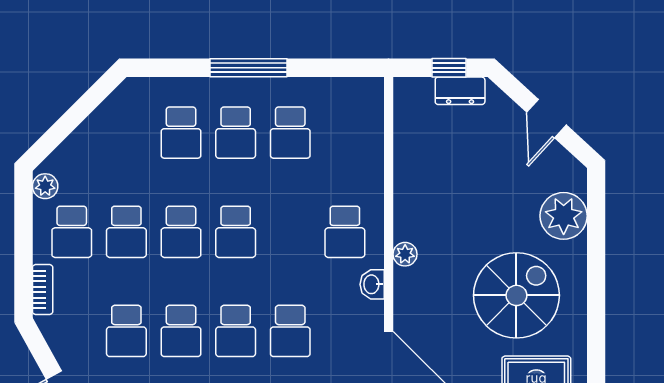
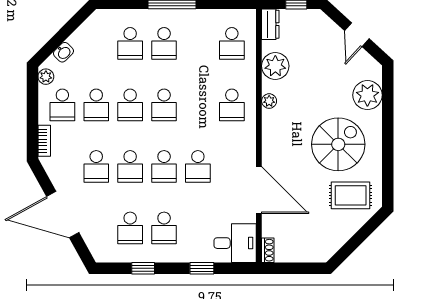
dresser: (460, 91) -> (270, 24), moved, turned -90
school desk: (290, 133) -> (232, 43), moved
plant: (415, 169) -> (275, 66), added
plant: (405, 254) -> (269, 101), moved
washbasin: (372, 284) -> (63, 52), moved, turned -135

